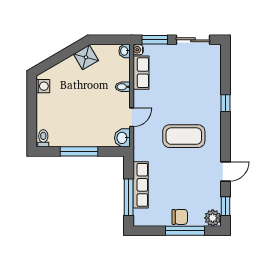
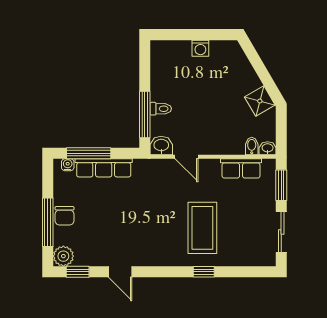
water cooler: (138, 50) -> (68, 165), moved
washing machine: (43, 86) -> (200, 48), moved
bidet: (123, 87) -> (252, 146), moved
coffee table: (184, 136) -> (202, 228), moved
toilet: (43, 138) -> (161, 109), moved
window: (79, 151) -> (145, 115), moved

